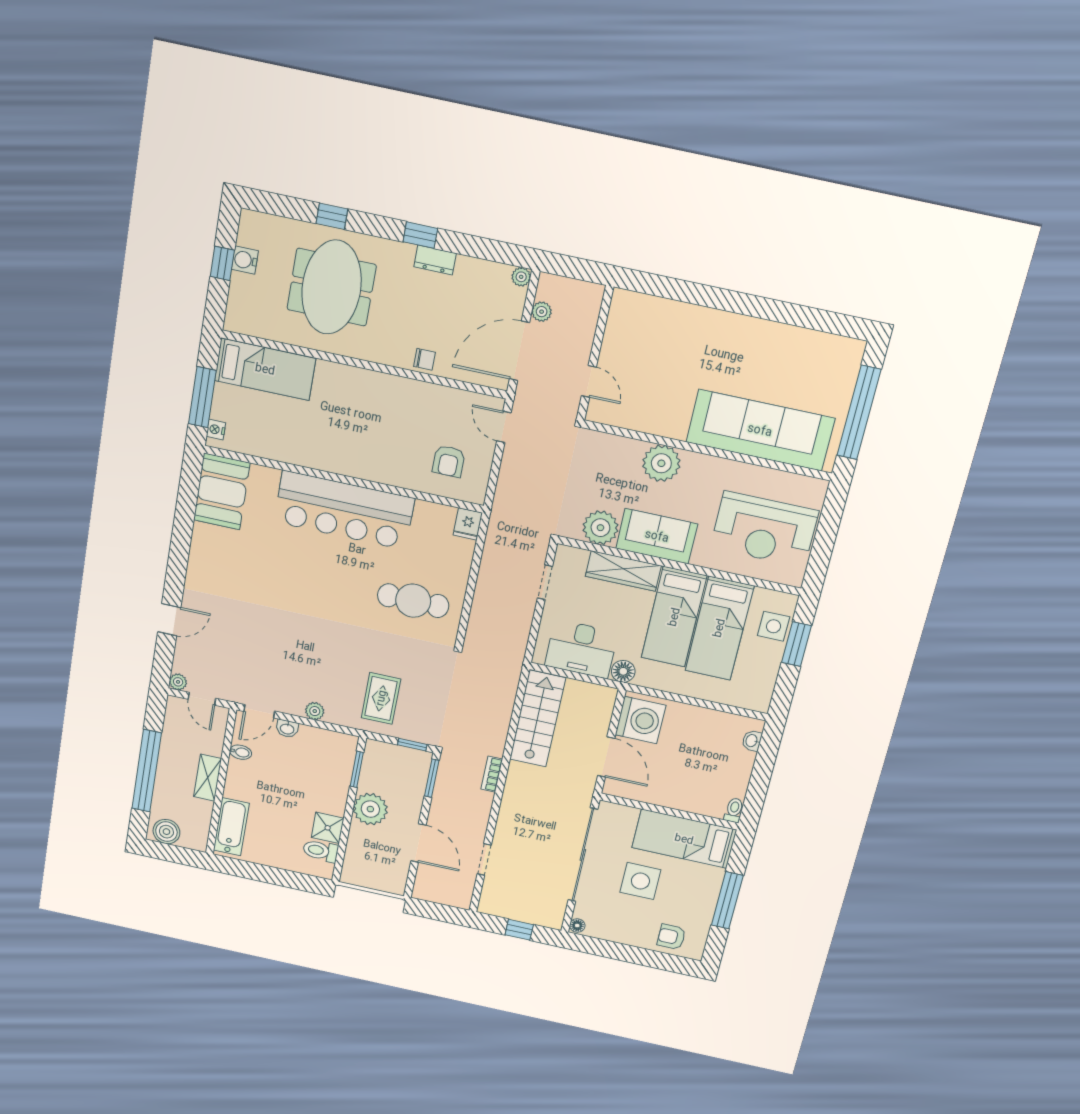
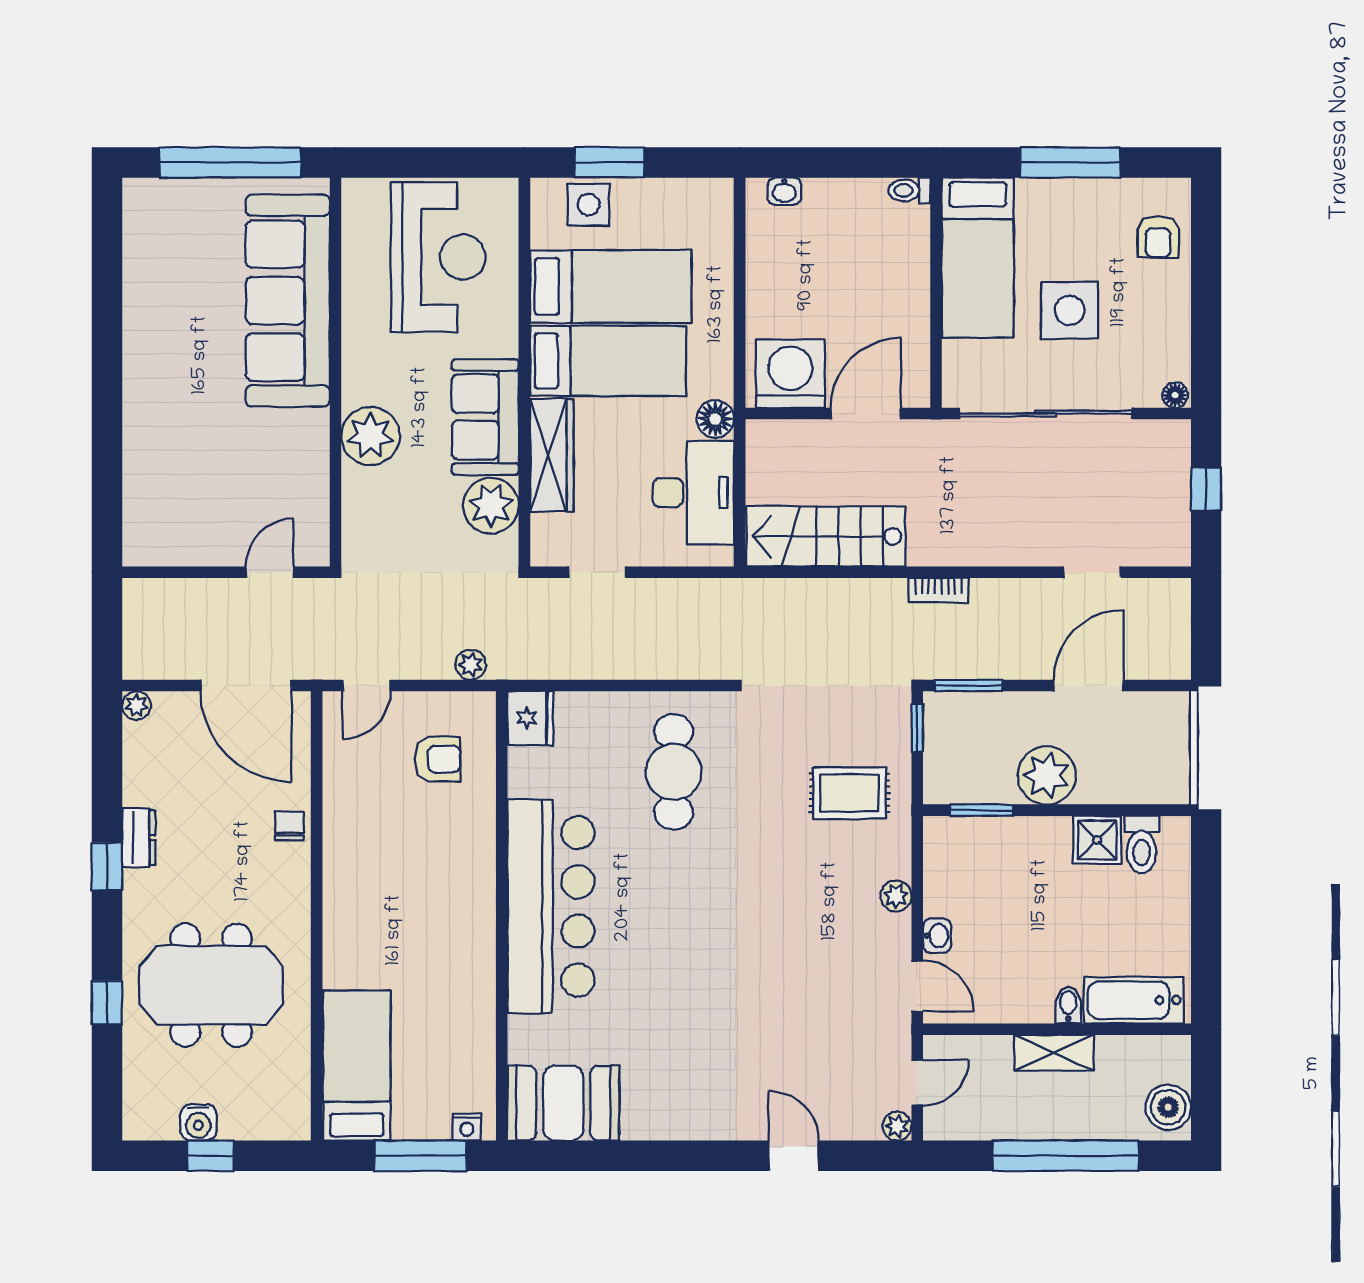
plant: (542, 312) -> (471, 665), moved
fridge: (468, 524) -> (530, 718), width x1.38
bidet: (241, 752) -> (1068, 1005), moved

